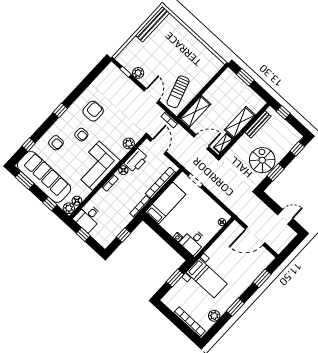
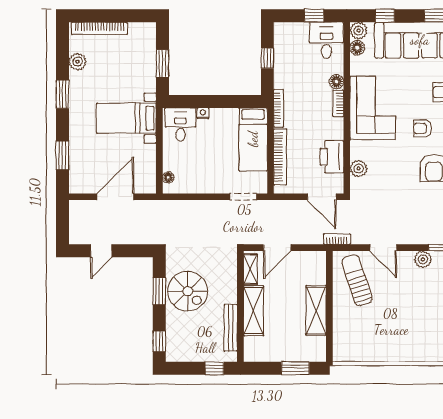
shelving: (195, 112) -> (316, 310), moved
floor lamp: (123, 170) -> (336, 82), moved
bed with nightstands: (207, 278) -> (126, 118), moved

